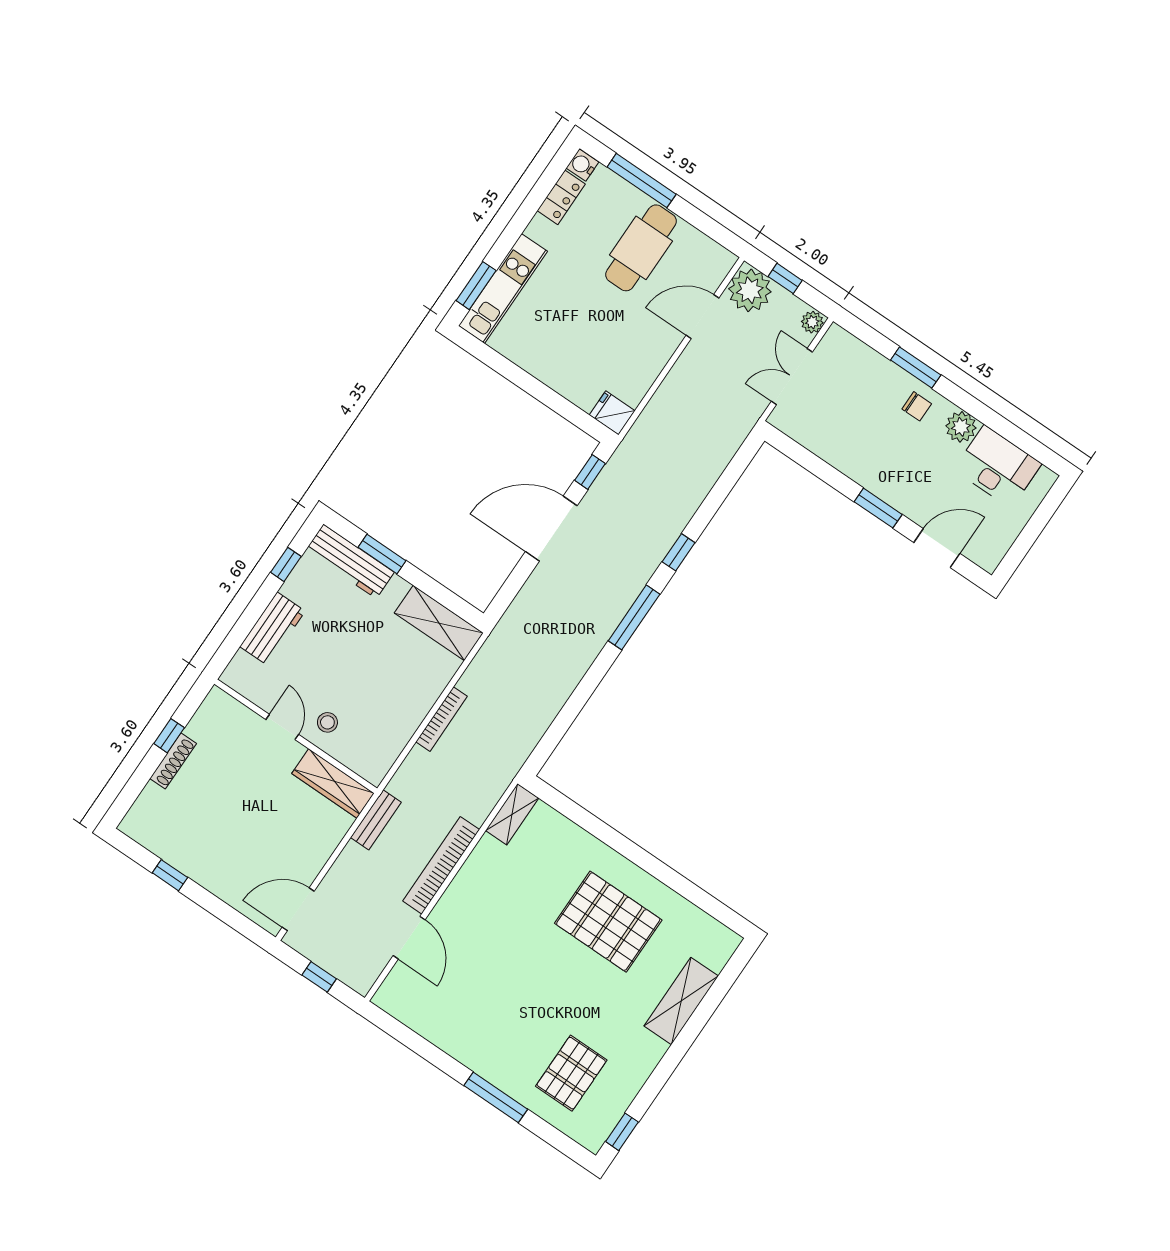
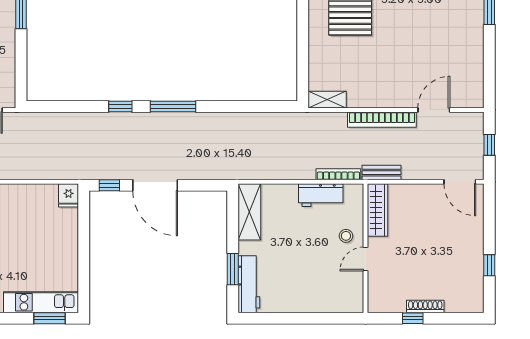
window: (286, 564) -> (275, 318), removed
workbench: (272, 629) -> (321, 195), moved, turned 180
bookcase: (442, 719) -> (338, 174), moved

